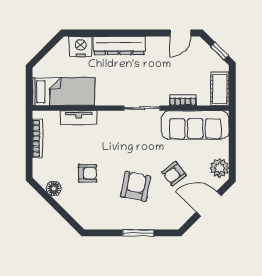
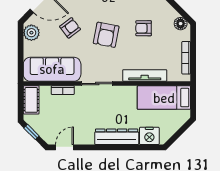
tv unit: (79, 118) -> (145, 75), width x1.41
armchair: (136, 186) -> (106, 35), moved
floor lamp: (54, 189) -> (181, 24), moved

